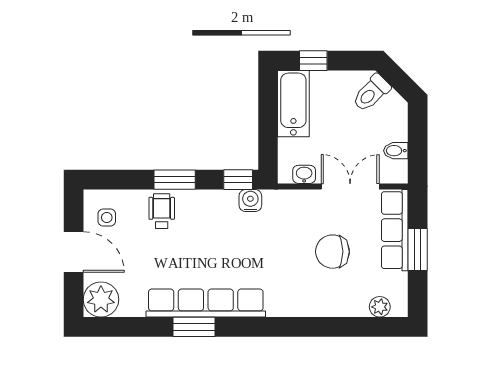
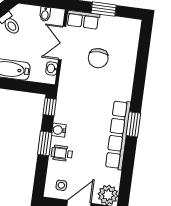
water cooler: (250, 201) -> (59, 130), moved
row of seats: (395, 230) -> (83, 20), width x0.68
plant: (380, 307) -> (134, 35), removed
window: (194, 327) -> (133, 124), moved

